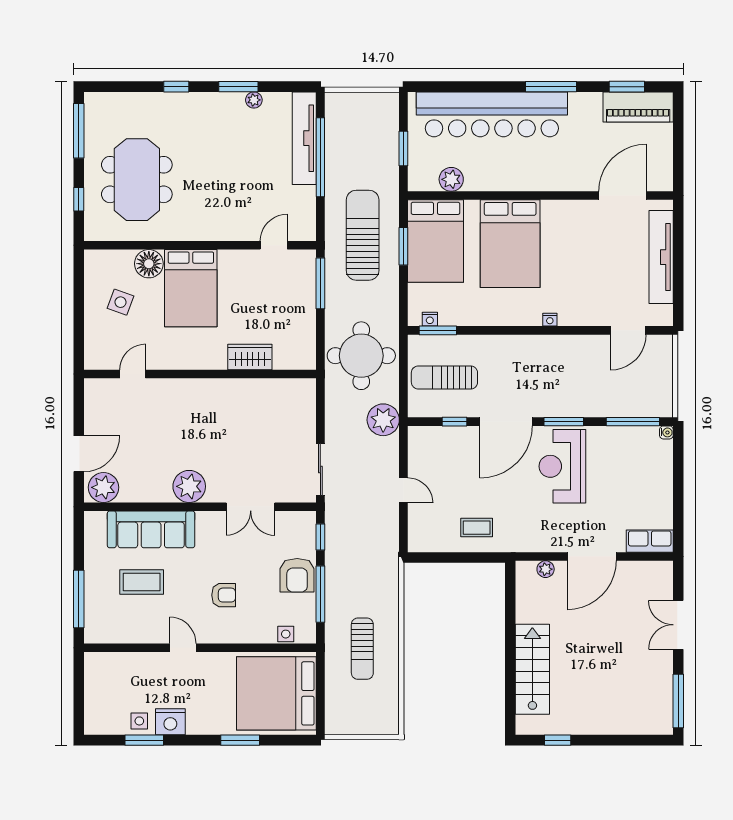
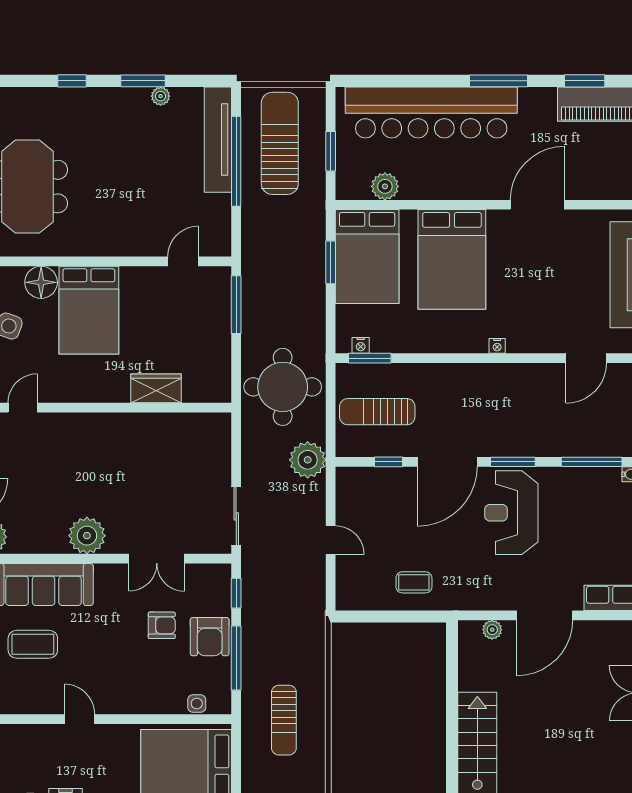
door: (622, 196) -> (537, 205), moved
sun lounger: (363, 235) -> (280, 143), moved
armchair: (224, 595) -> (162, 625), moved

